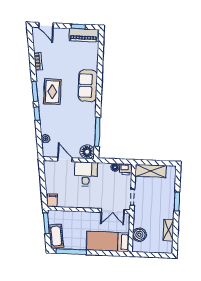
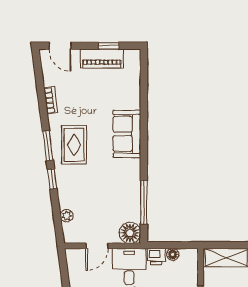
piano: (84, 35) -> (102, 59), moved
door: (65, 160) -> (97, 246), swing flipped
printer: (126, 169) -> (156, 257), moved

